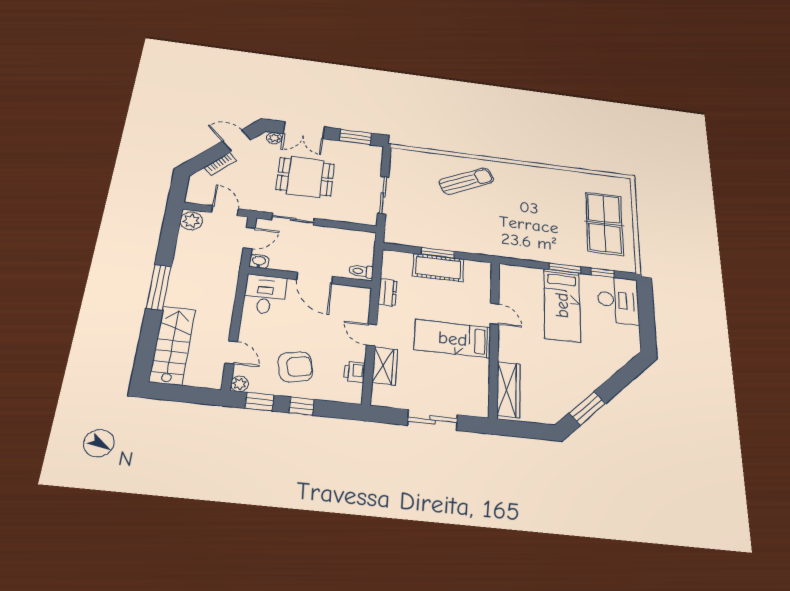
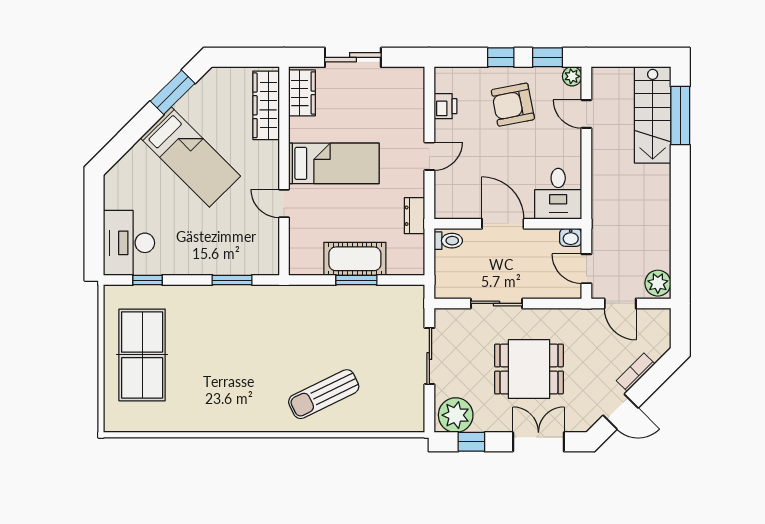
window: (355, 137) -> (471, 442), width x0.67
plant: (274, 138) -> (456, 415), moved, width x1.88, depth x1.88
sliding door: (293, 219) -> (496, 303), moved
door: (249, 238) -> (586, 269), hinge flipped
window: (565, 268) -> (232, 280), moved
window: (159, 287) -> (680, 116), moved
bed: (562, 305) -> (190, 157), moved, turned 135
door: (372, 335) -> (429, 156), hinge flipped
wardrobe: (385, 366) -> (302, 93), moved, turned 180

